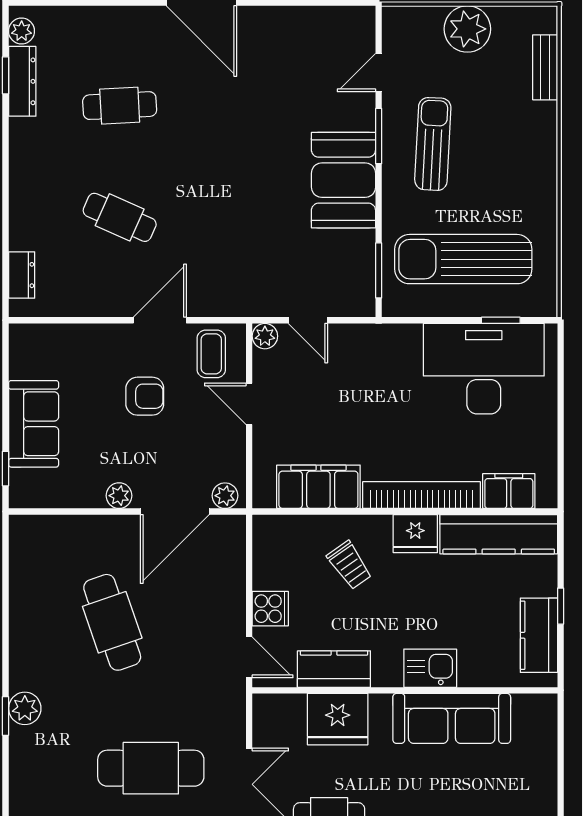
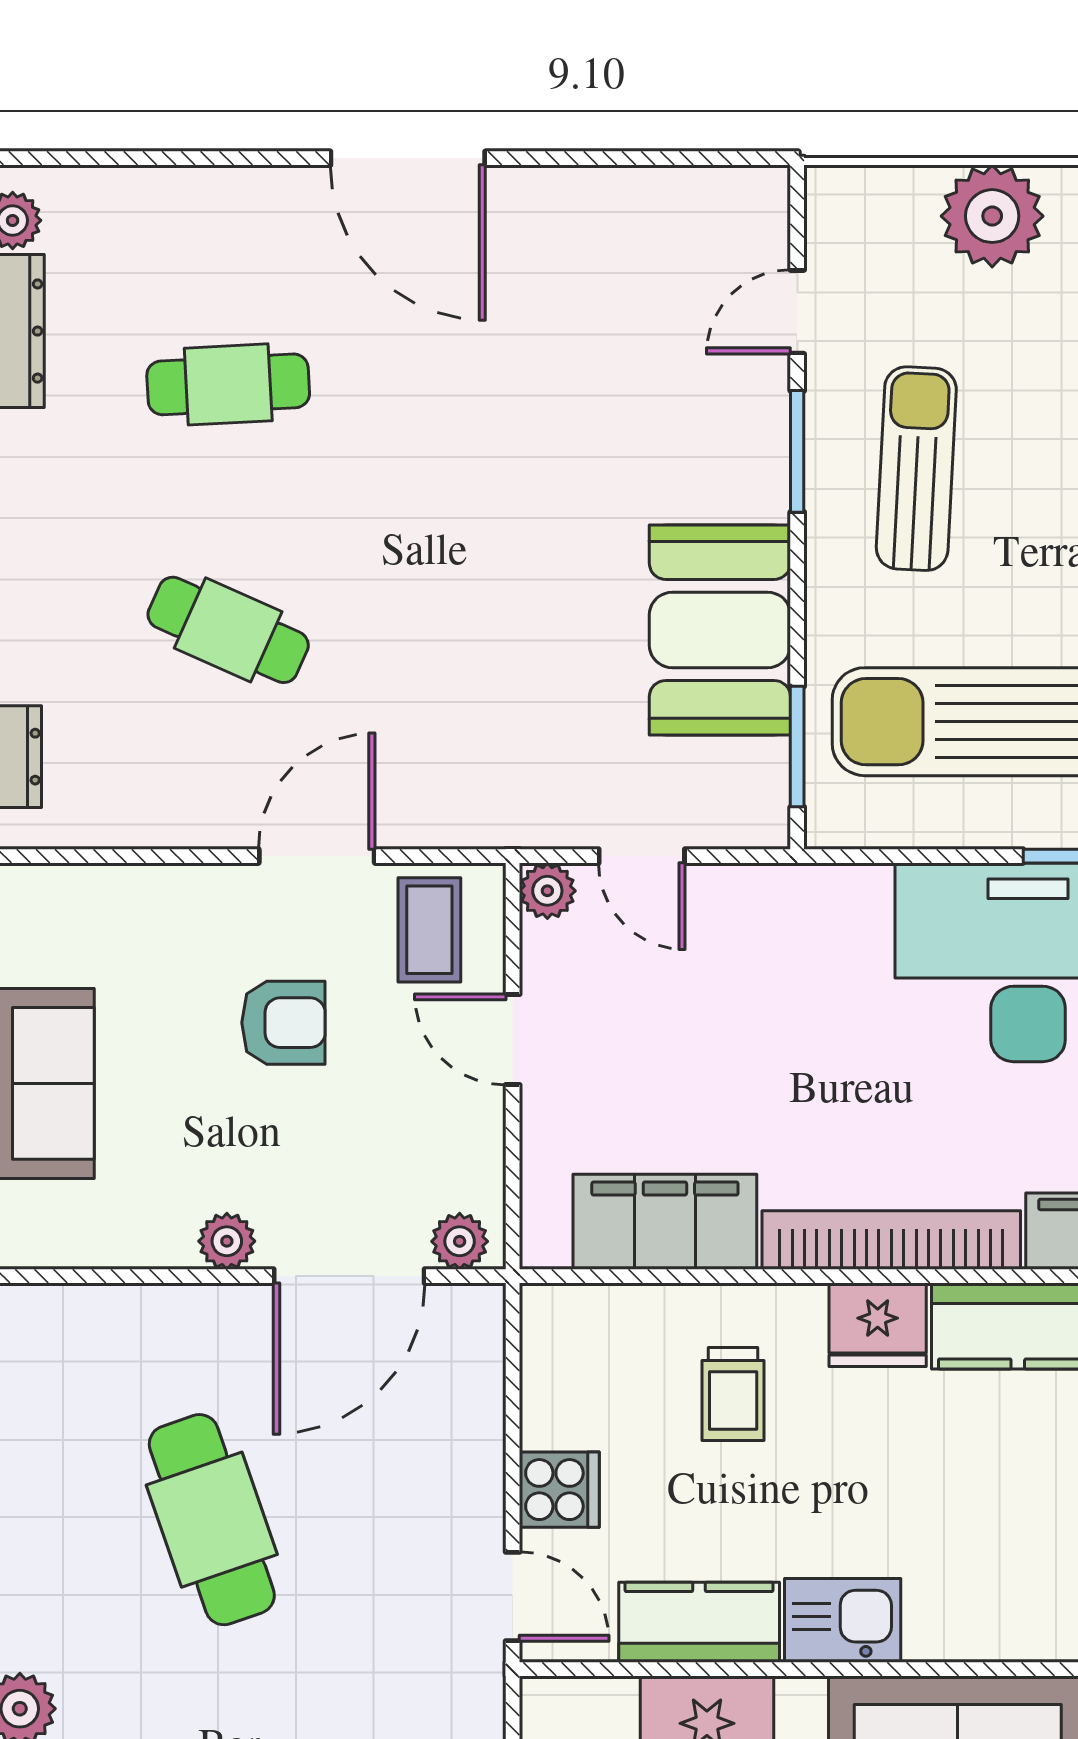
booth: (343, 180) -> (720, 630), moved
trolley: (349, 565) -> (733, 1394), turned 35
kitchen sink: (430, 668) -> (843, 1620), moved

